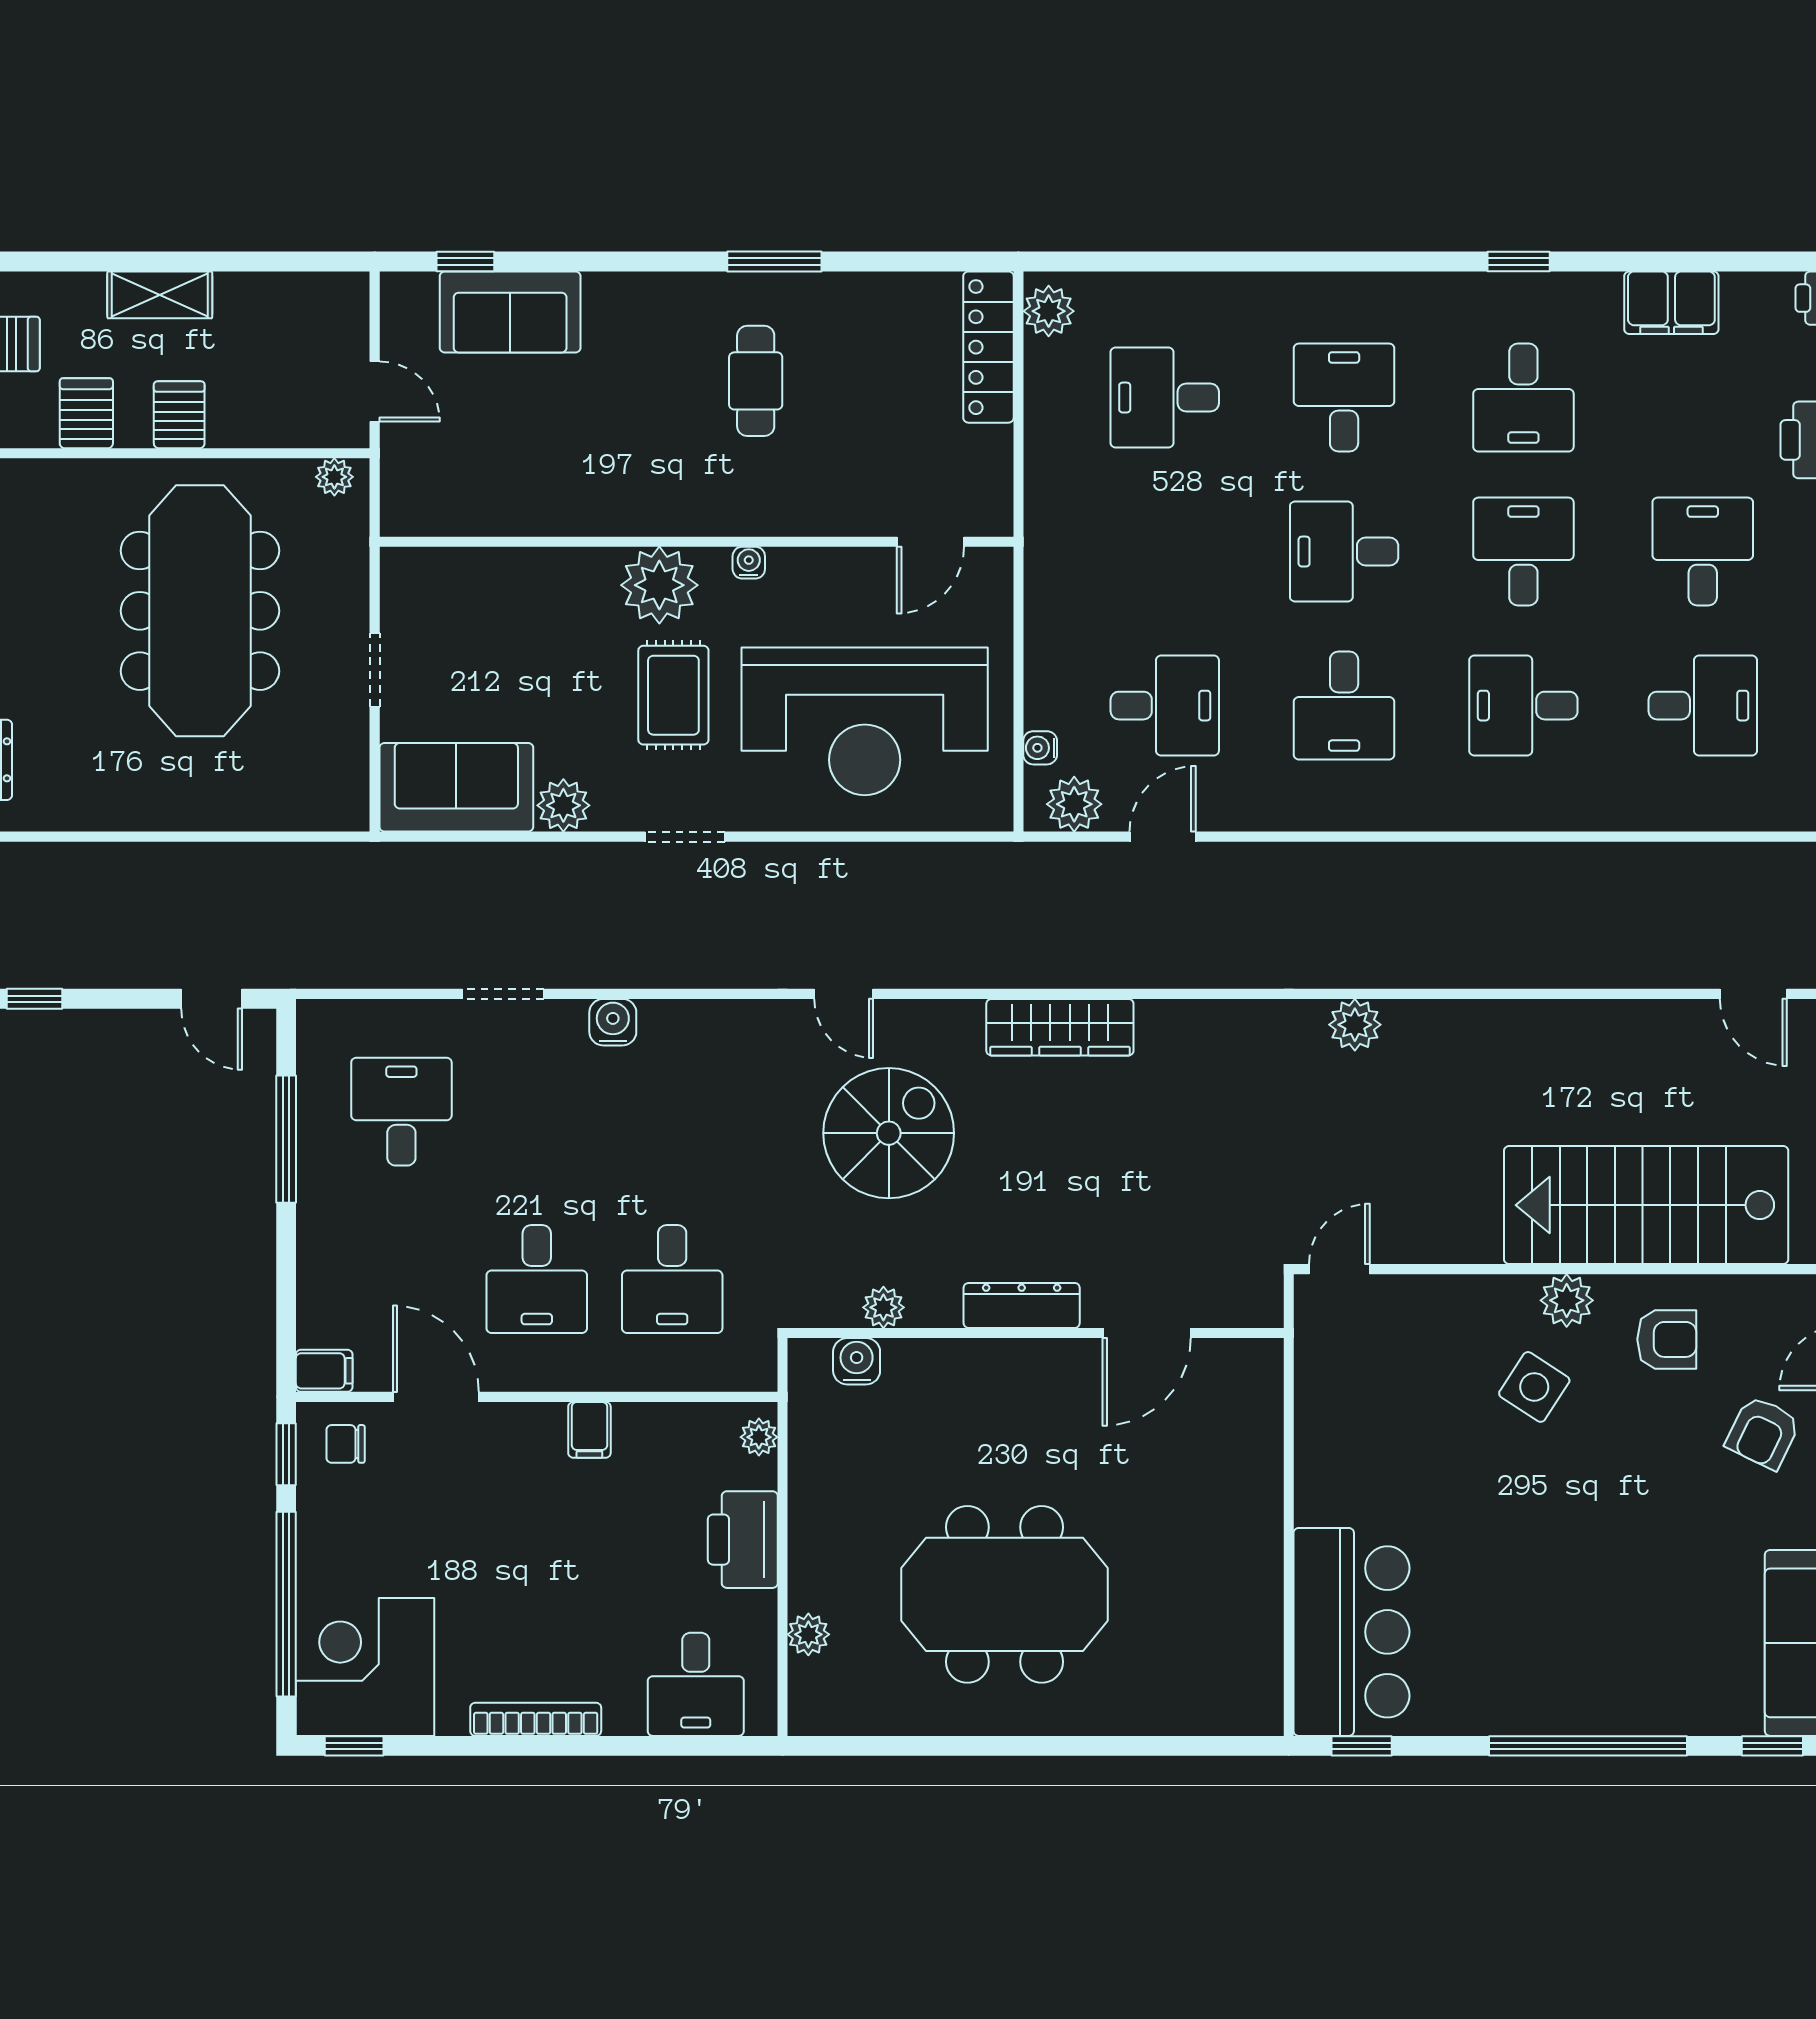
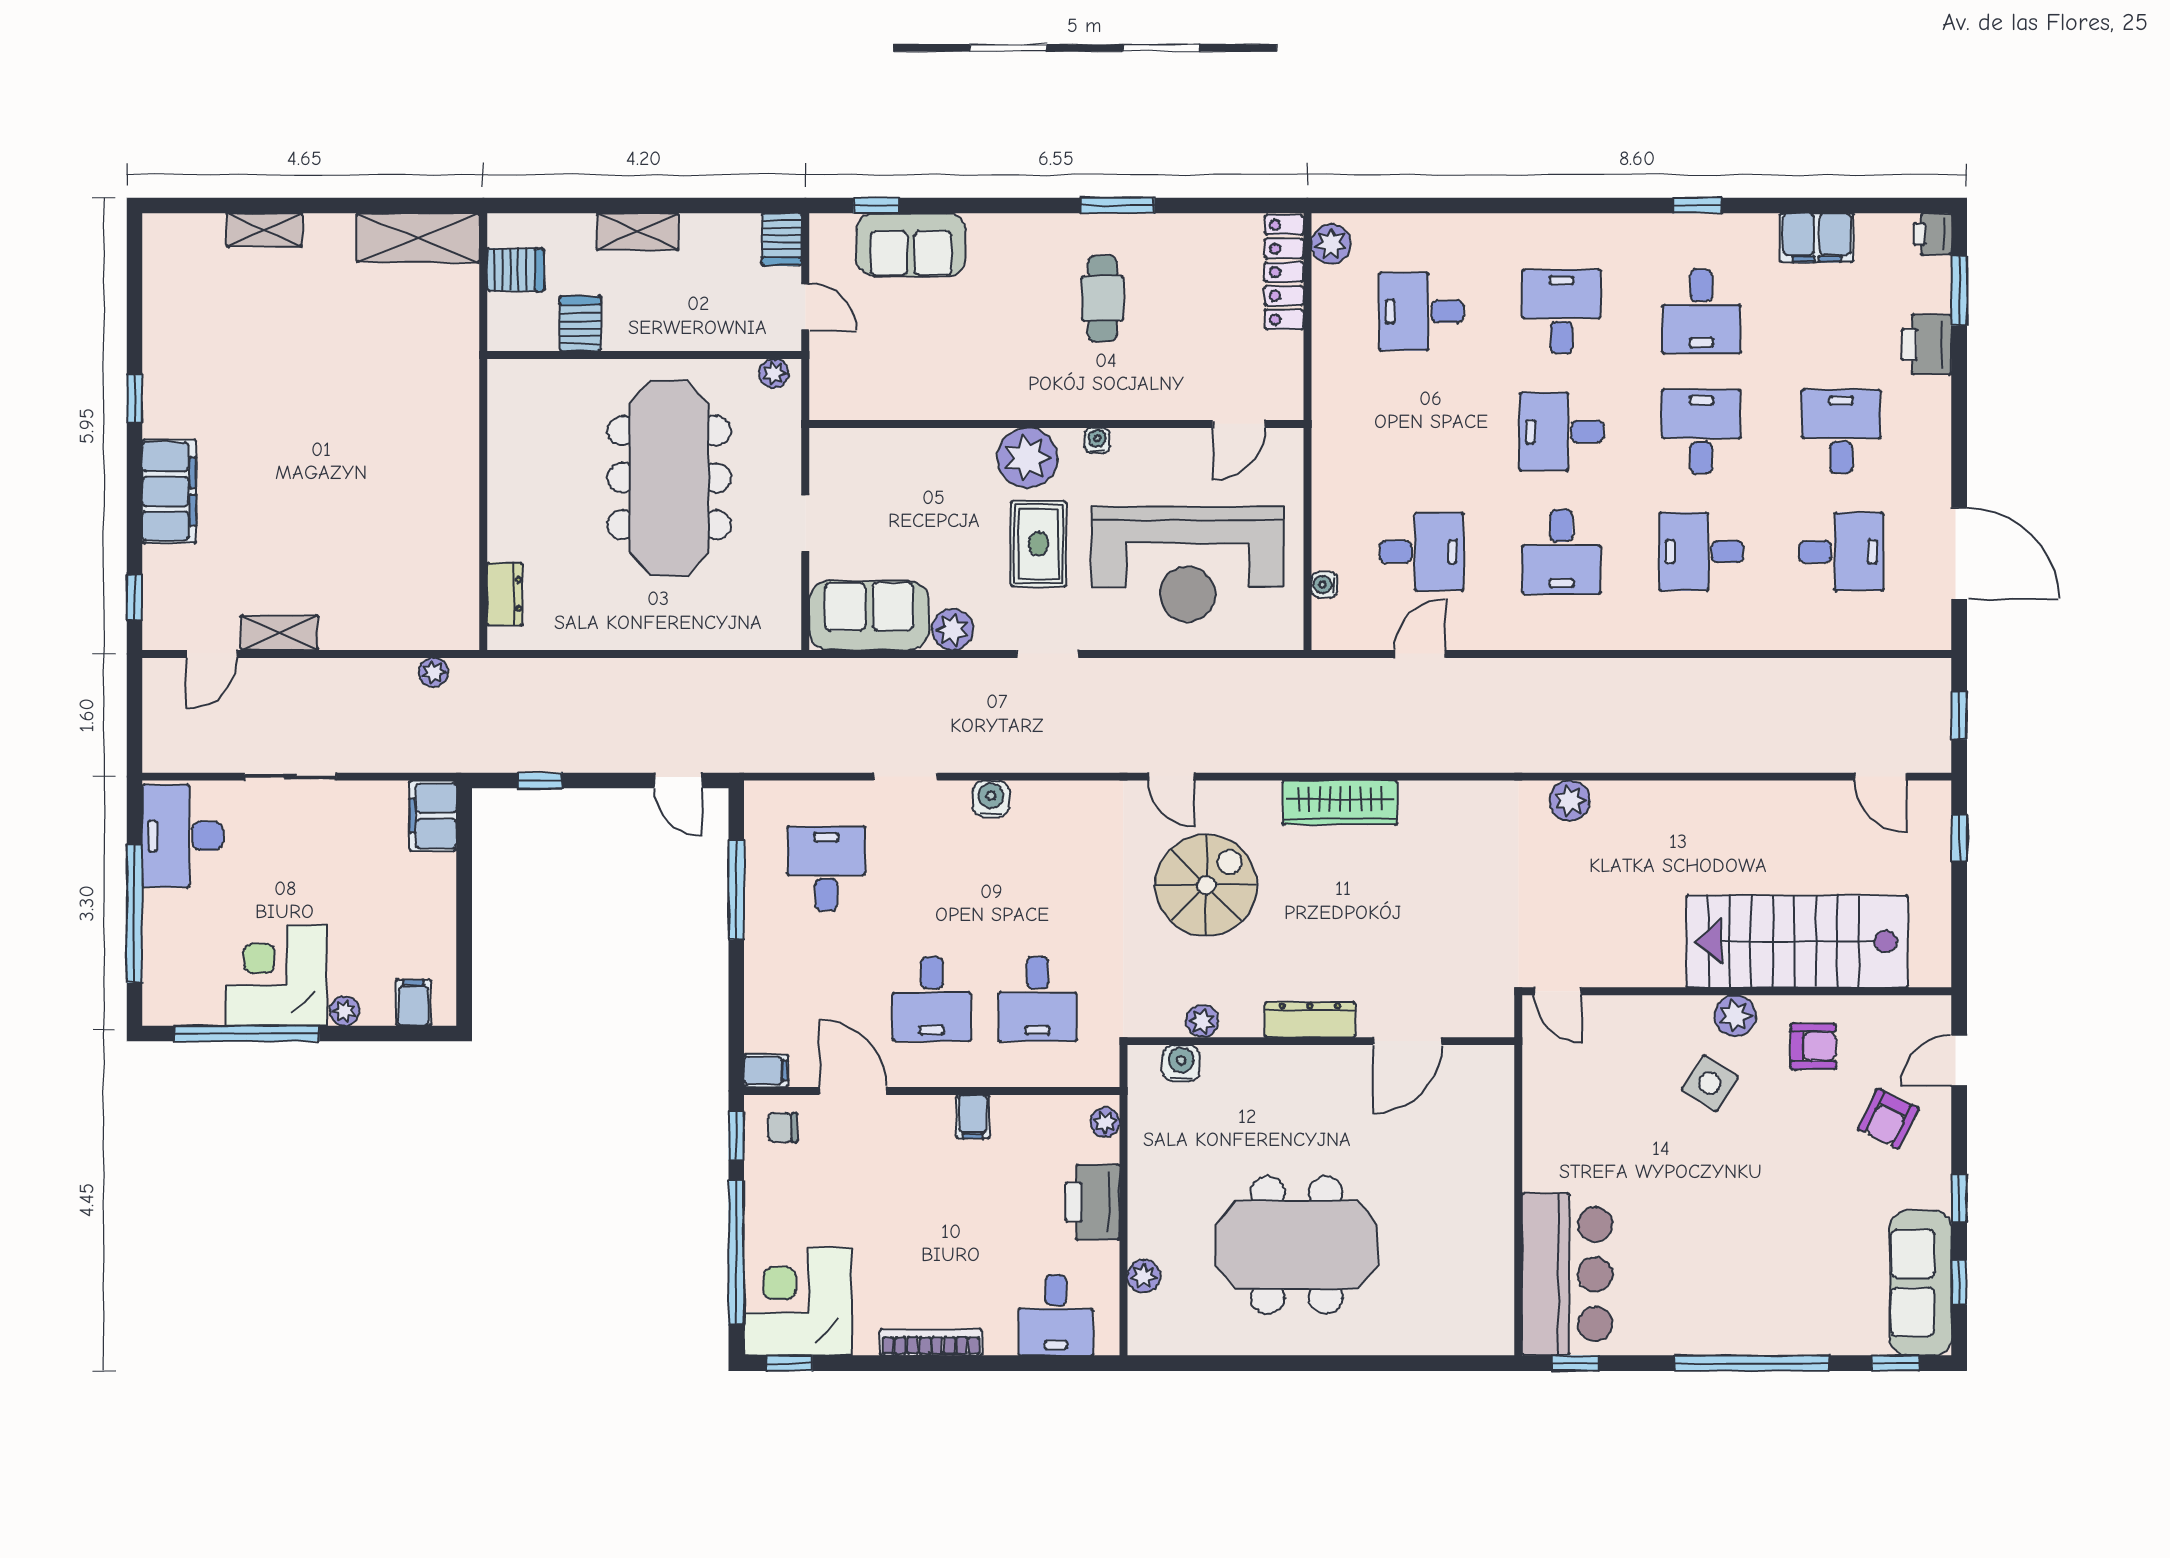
server rack: (179, 415) -> (782, 239), moved, turned 180
plant: (1074, 804) -> (1351, 629), removed
door: (1339, 1269) -> (1558, 991), swing flipped

